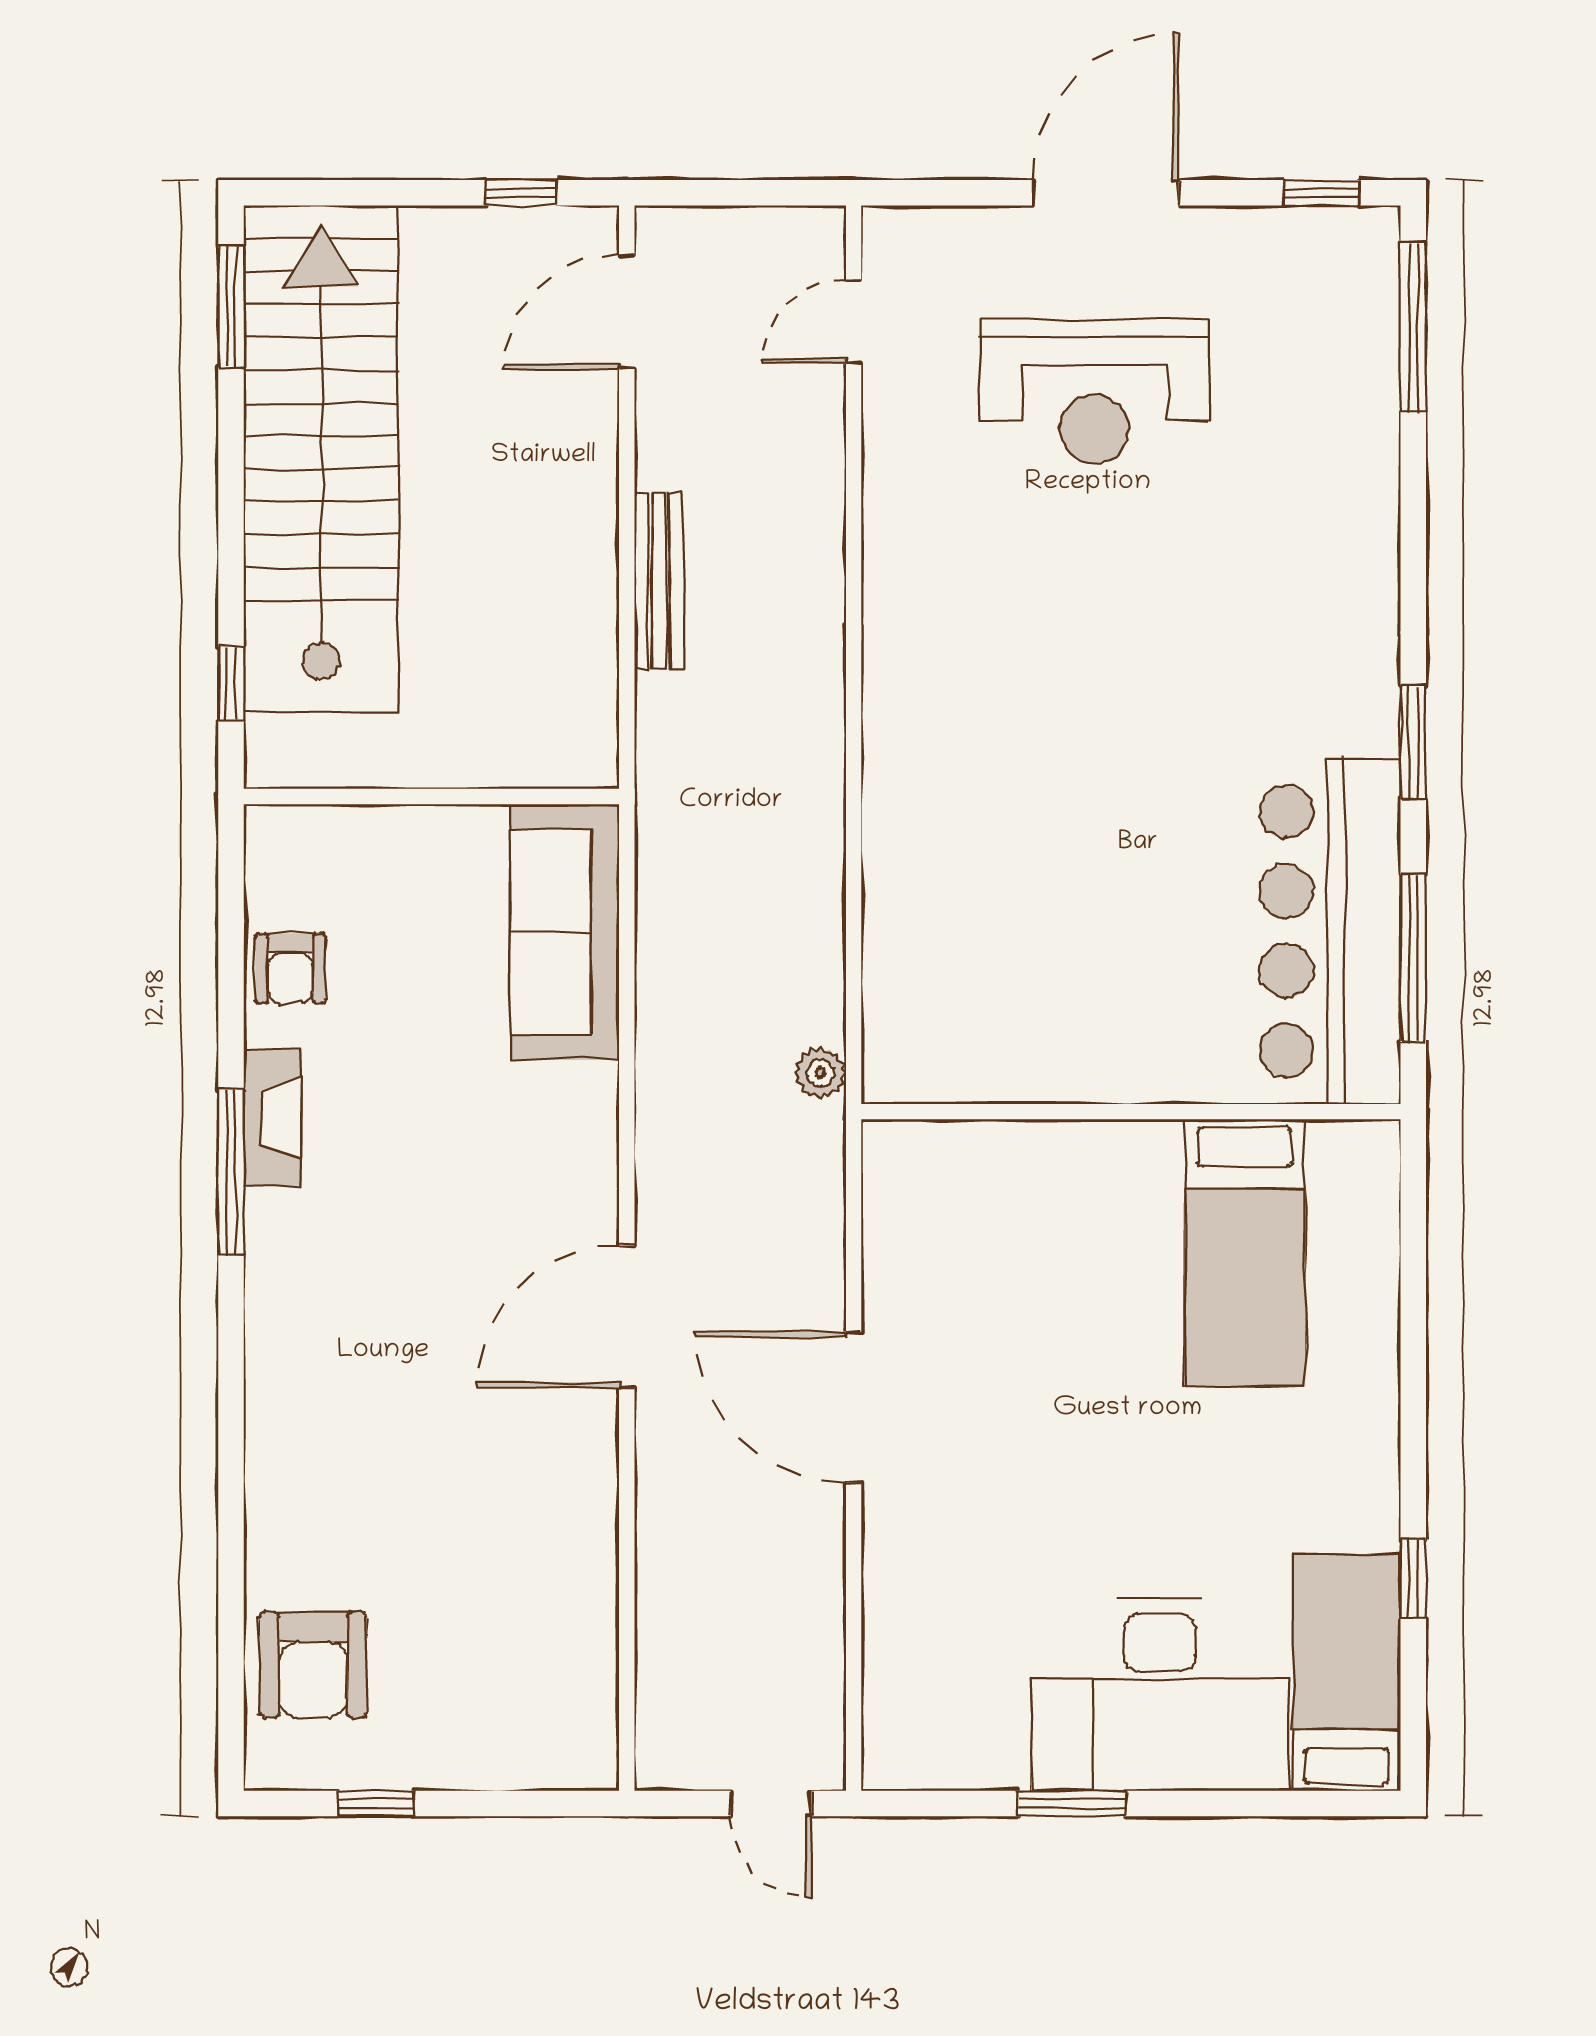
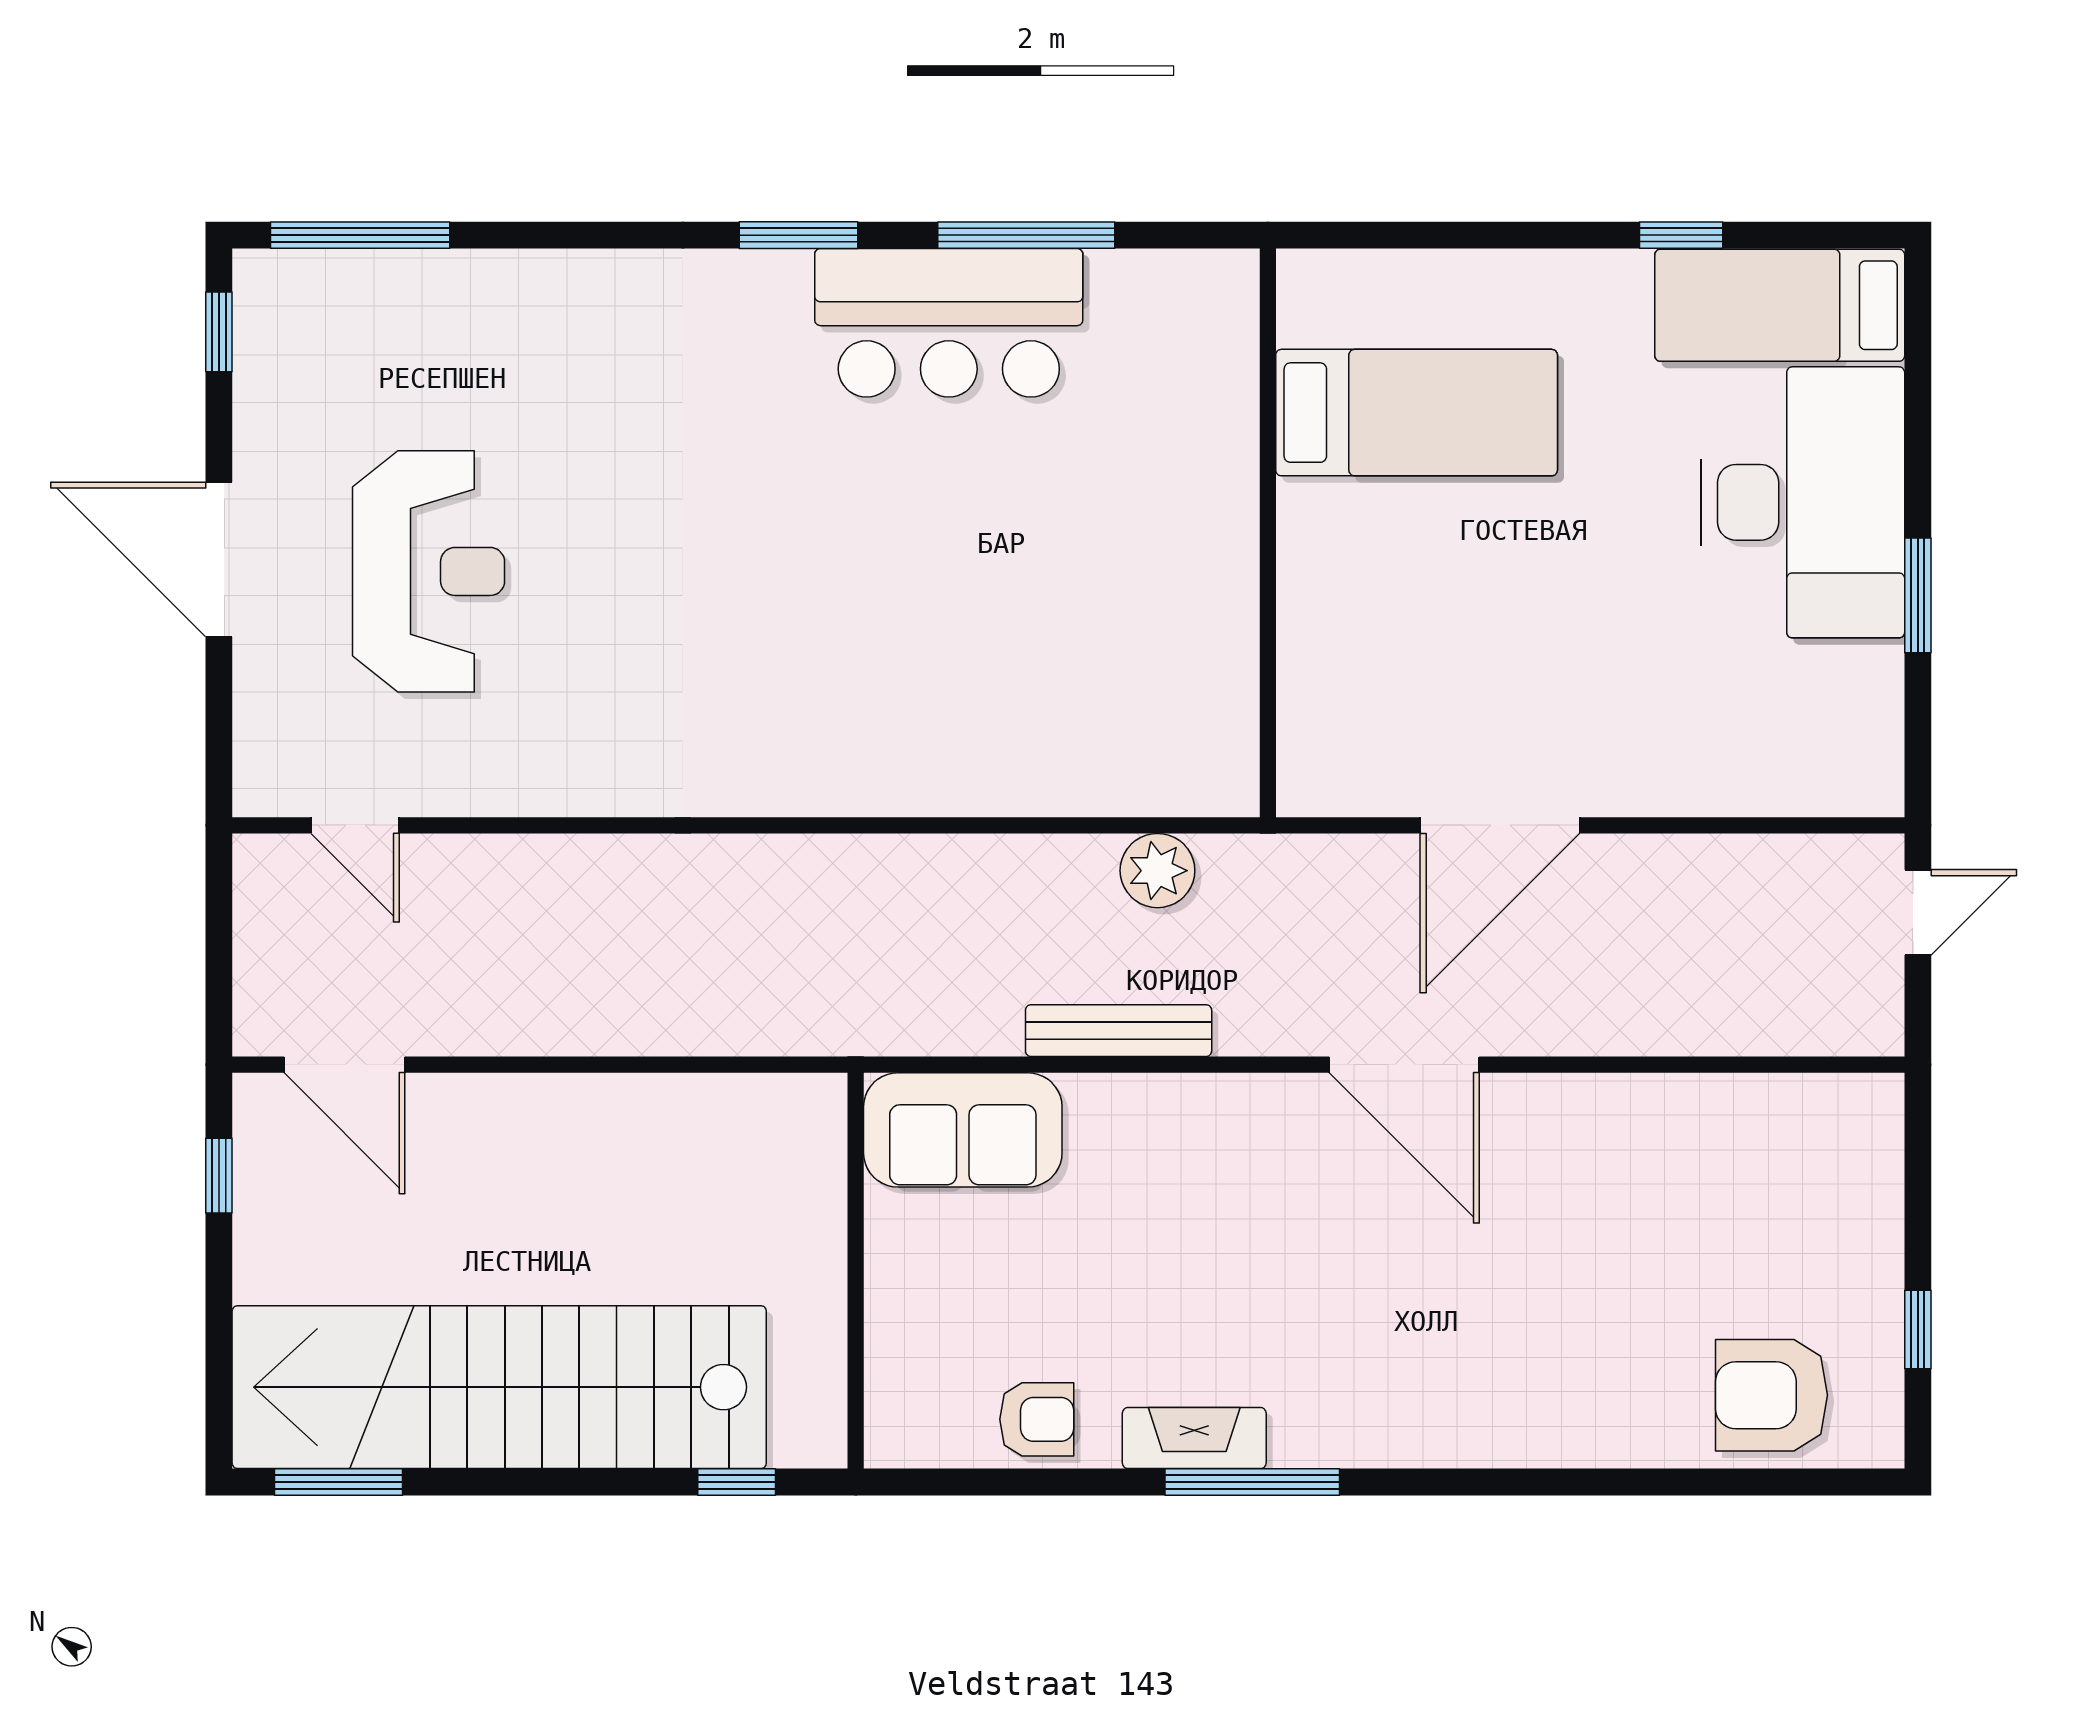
bench: (659, 581) -> (1119, 1031), moved
bar counter: (1330, 931) -> (949, 323), width x0.73
sofa: (565, 932) -> (963, 1130), width x0.73
plant: (820, 1073) -> (1157, 871), width x1.38, depth x1.38
wall: (1131, 1112) -> (1268, 533), moved
bed: (1245, 1253) -> (1417, 413), moved
armchair: (313, 1665) -> (1771, 1395), turned 180

